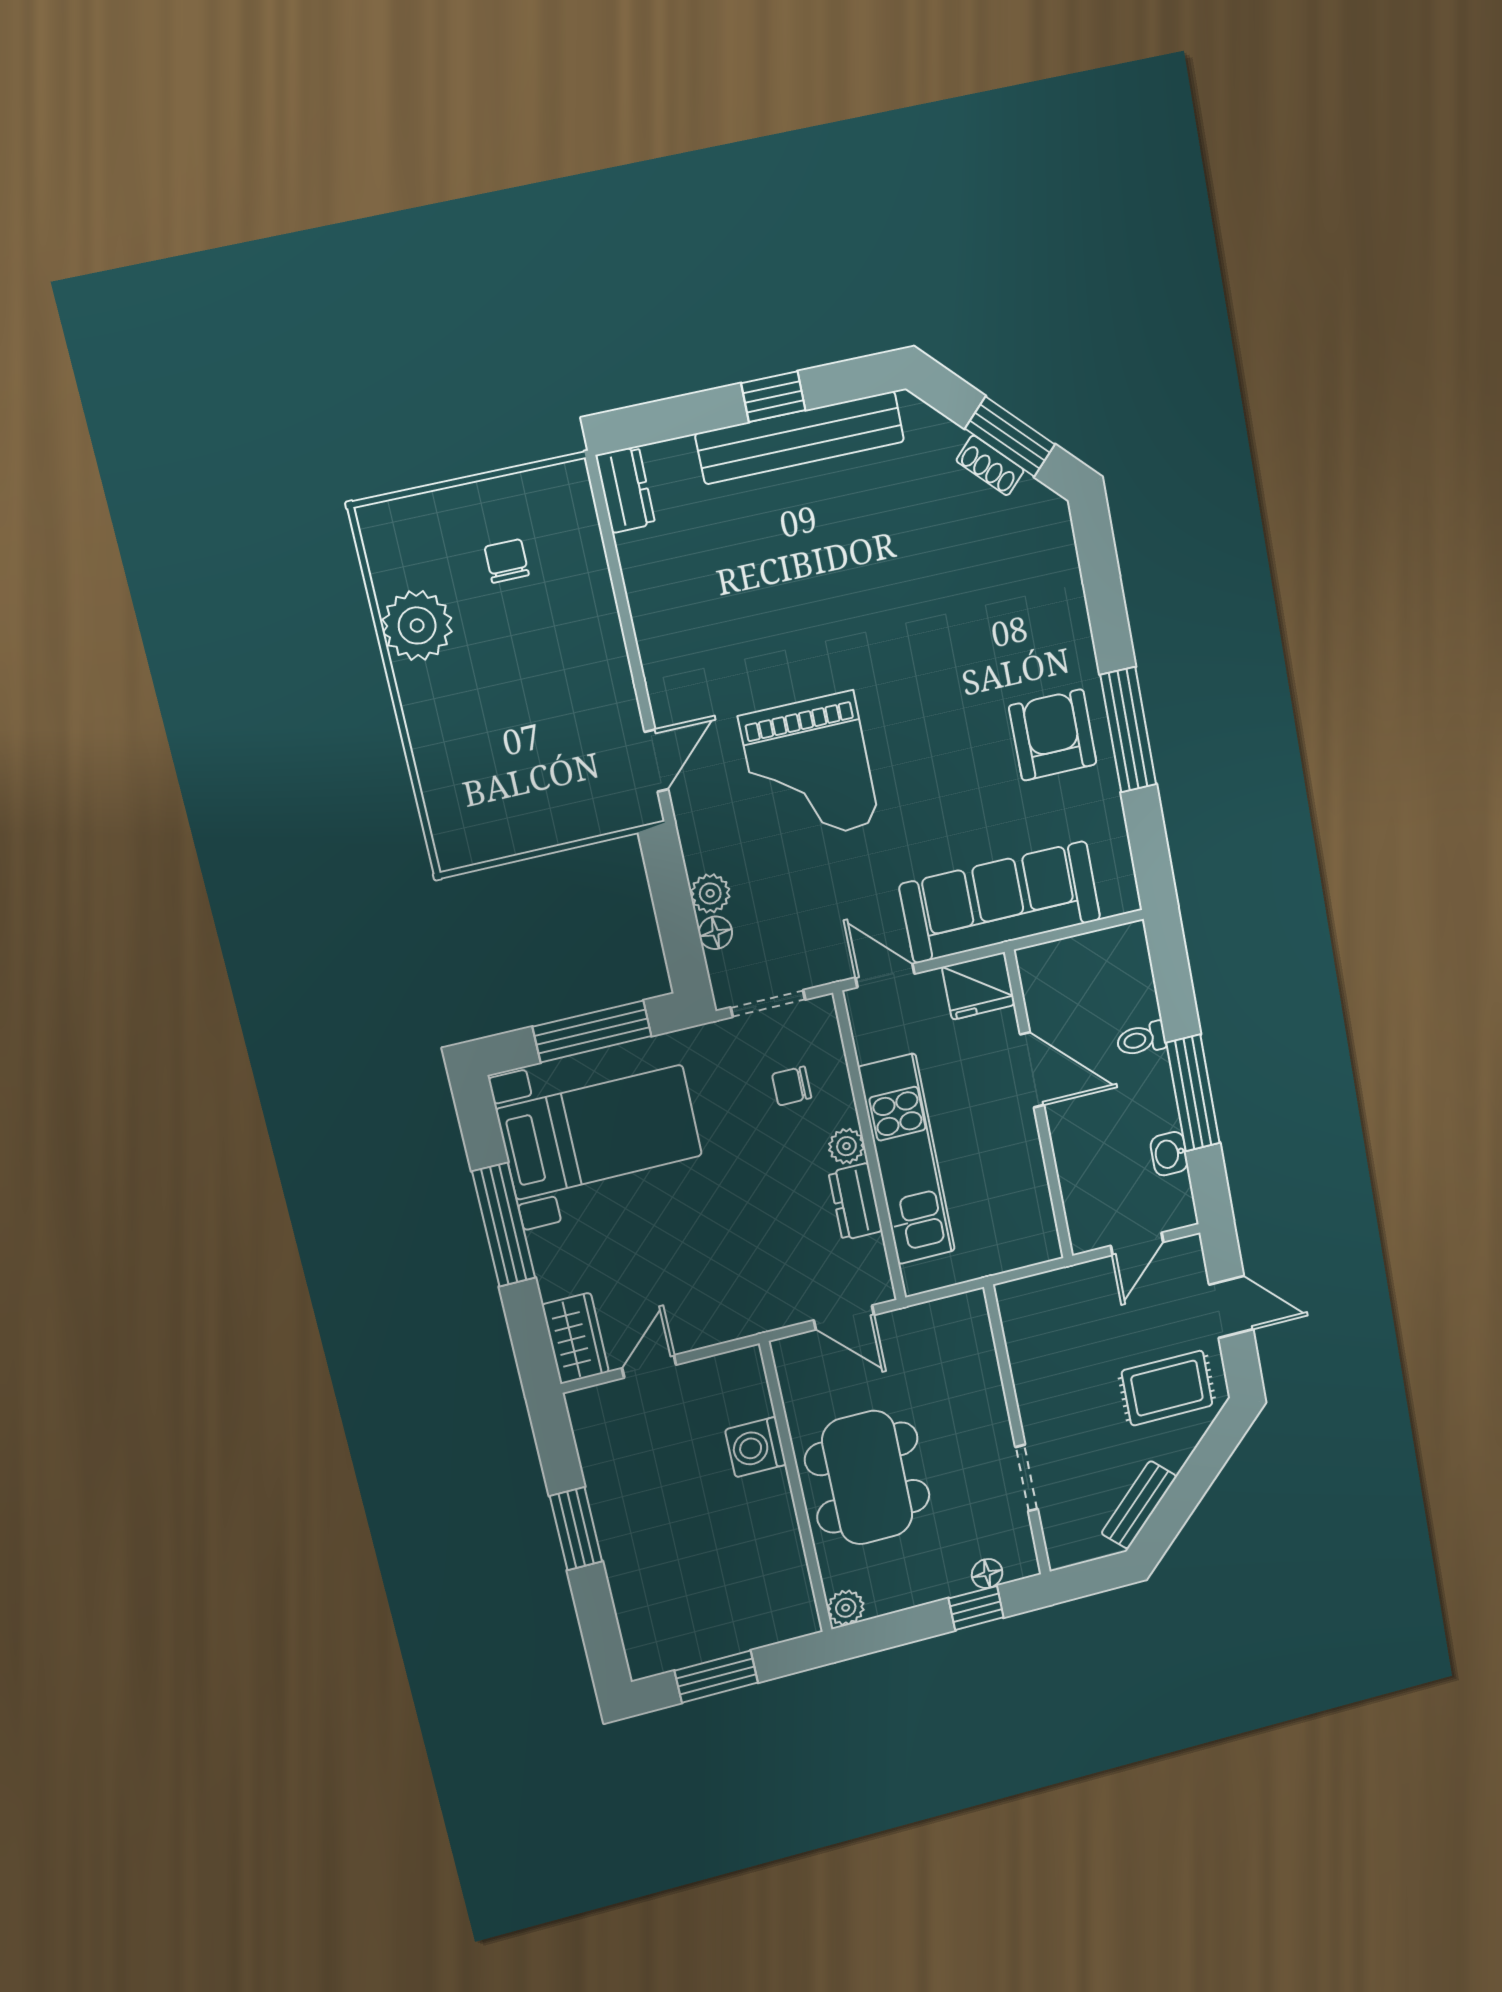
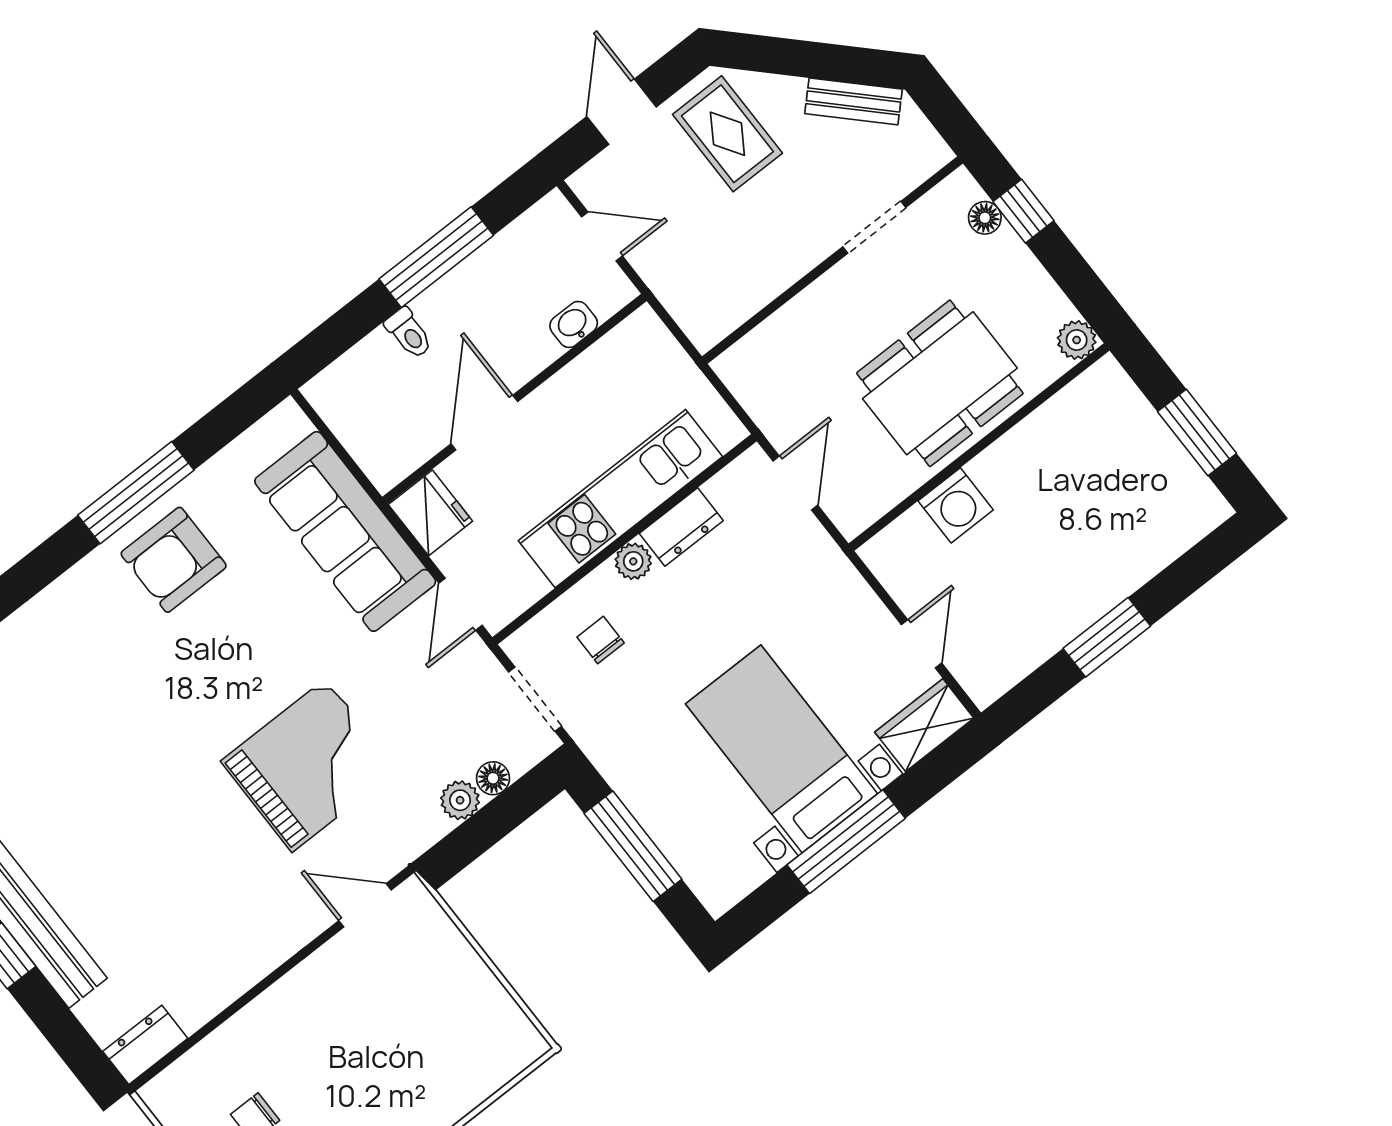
chair: (792, 1086) -> (601, 640), turned 180
bed with nightstands: (599, 1132) -> (781, 749), moved
washbasin: (1169, 1154) -> (574, 324), moved, turned 180
door: (649, 1367) -> (921, 644), swing flipped

